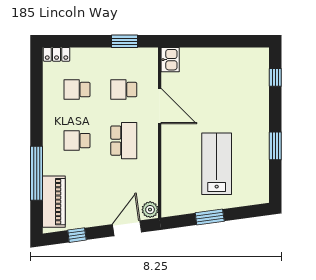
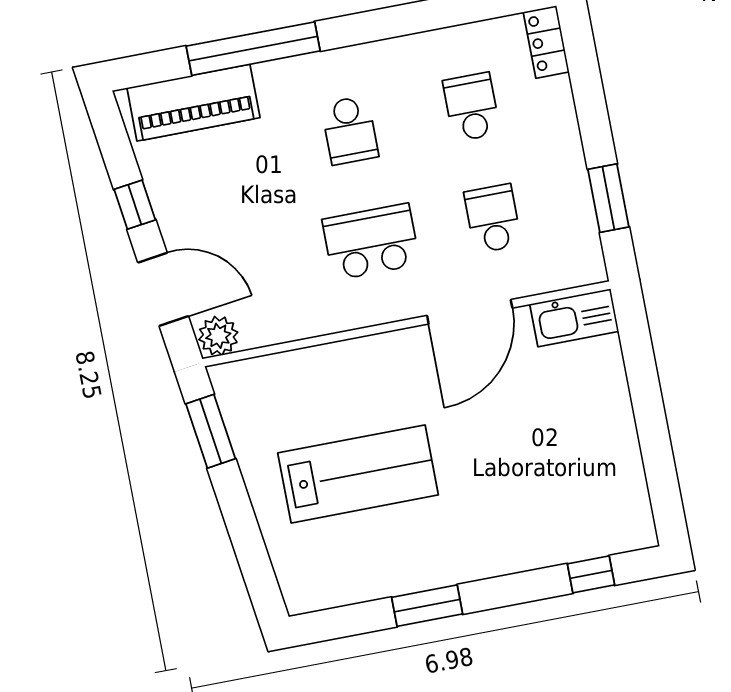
kitchen sink: (170, 60) -> (574, 318), width x1.38
school desk: (77, 141) -> (350, 130), turned 180
school desk: (124, 141) -> (371, 242), turned 180
window: (210, 217) -> (211, 431), moved
window: (77, 235) -> (135, 205), moved

